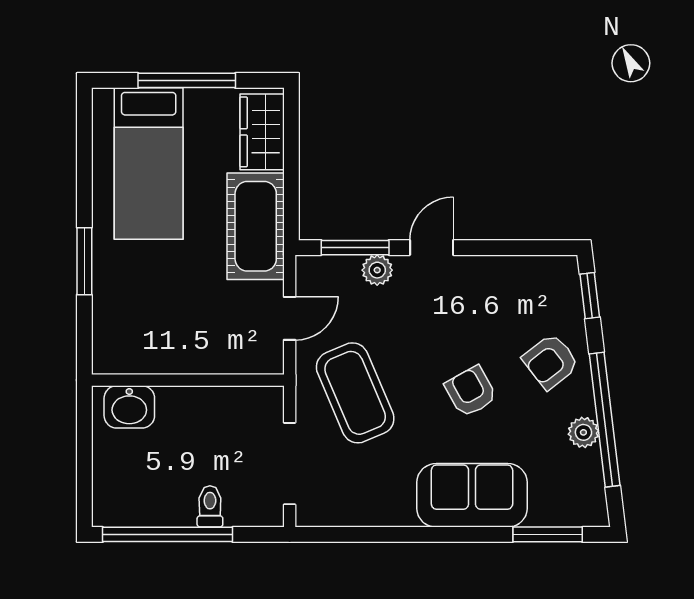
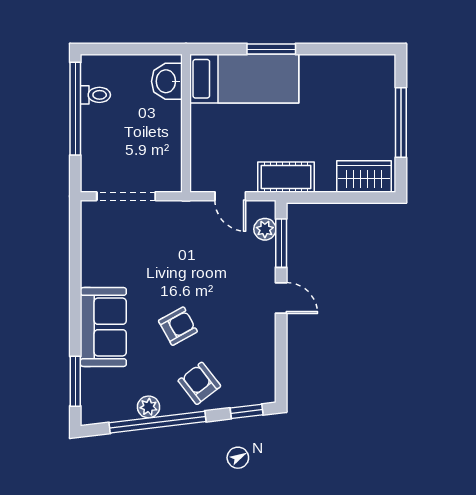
bed: (149, 164) -> (244, 79), moved, turned 180
cot: (256, 226) -> (286, 177), width x0.73, depth x0.75
plant: (377, 270) -> (265, 229), moved
coffee table: (355, 393) -> (177, 243), removed
toilet: (210, 506) -> (95, 95), moved

